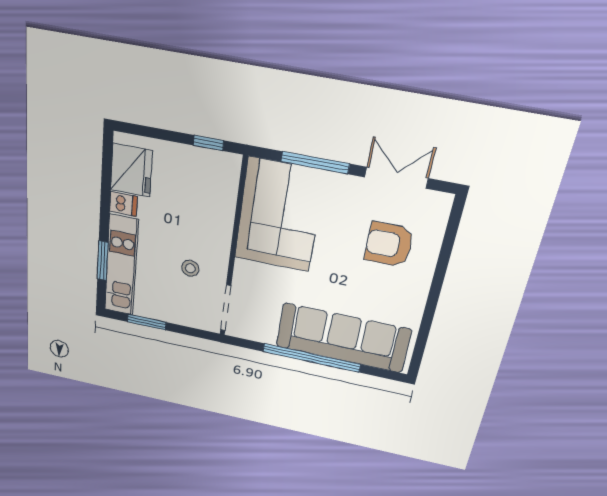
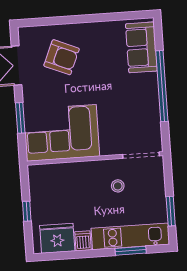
window: (208, 143) -> (27, 211), moved
window: (315, 163) -> (20, 118), width x0.69
armchair: (389, 244) -> (62, 57), turned -67
sofa: (343, 338) -> (141, 47), width x0.54, depth x0.79

